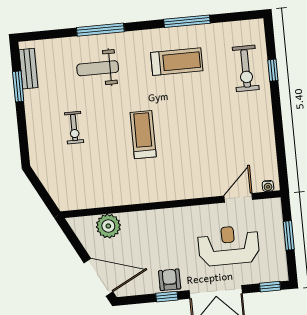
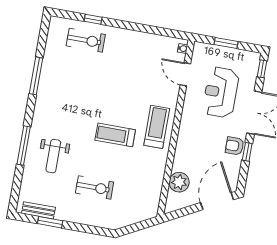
treadmill: (177, 62) -> (157, 127), moved
exercise bike: (74, 128) -> (95, 187), width x1.38, depth x1.39

